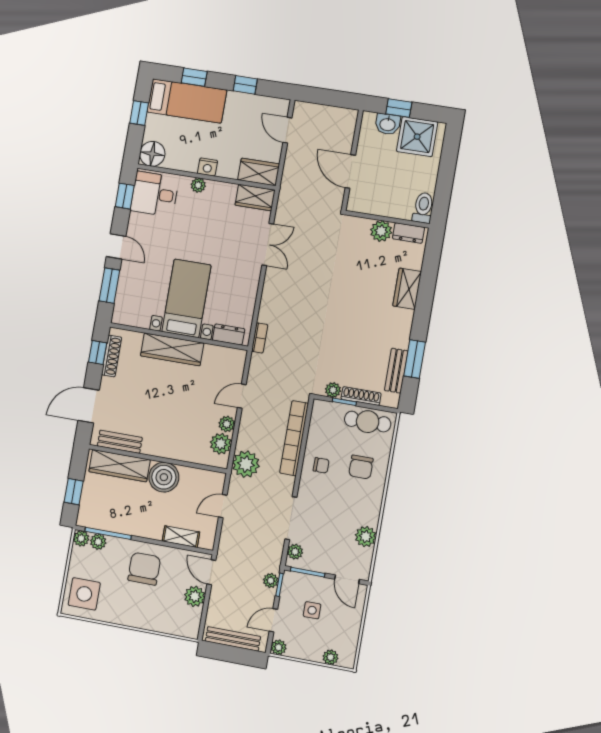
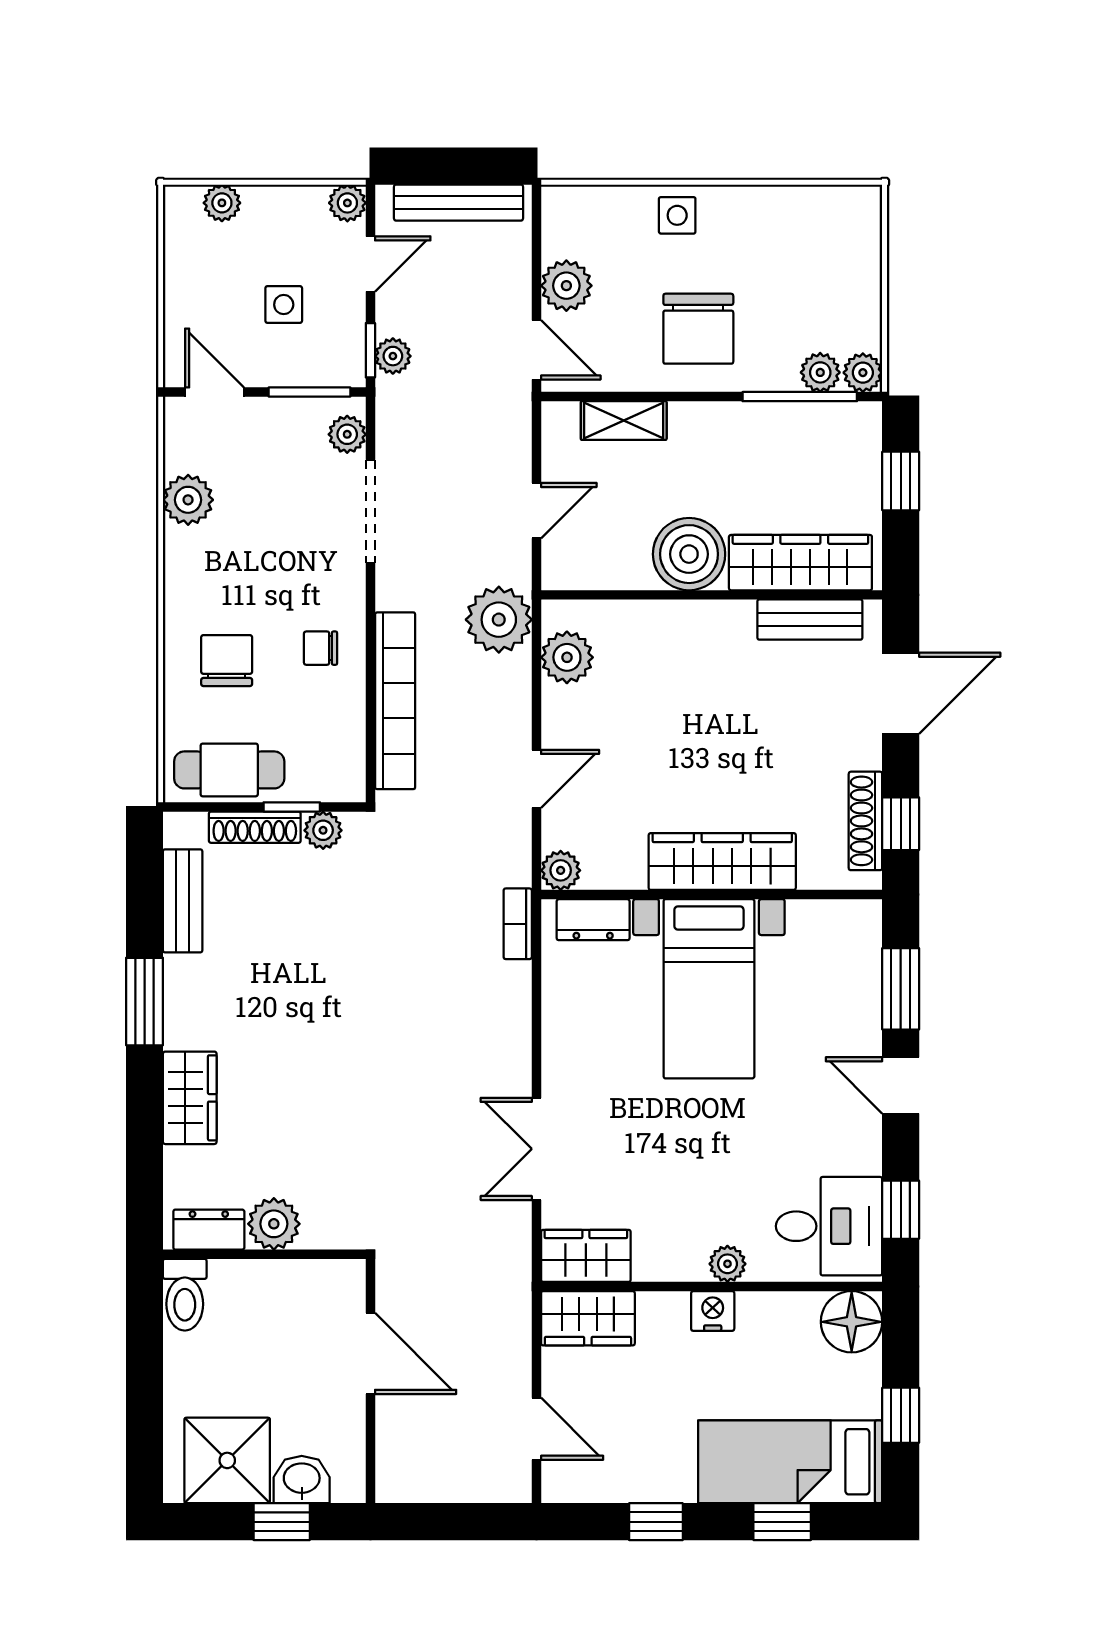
window: (415, 359) -> (145, 1002), moved
plant: (227, 424) -> (561, 870), moved
side table: (84, 594) -> (677, 215), moved, width x0.54, depth x0.54

